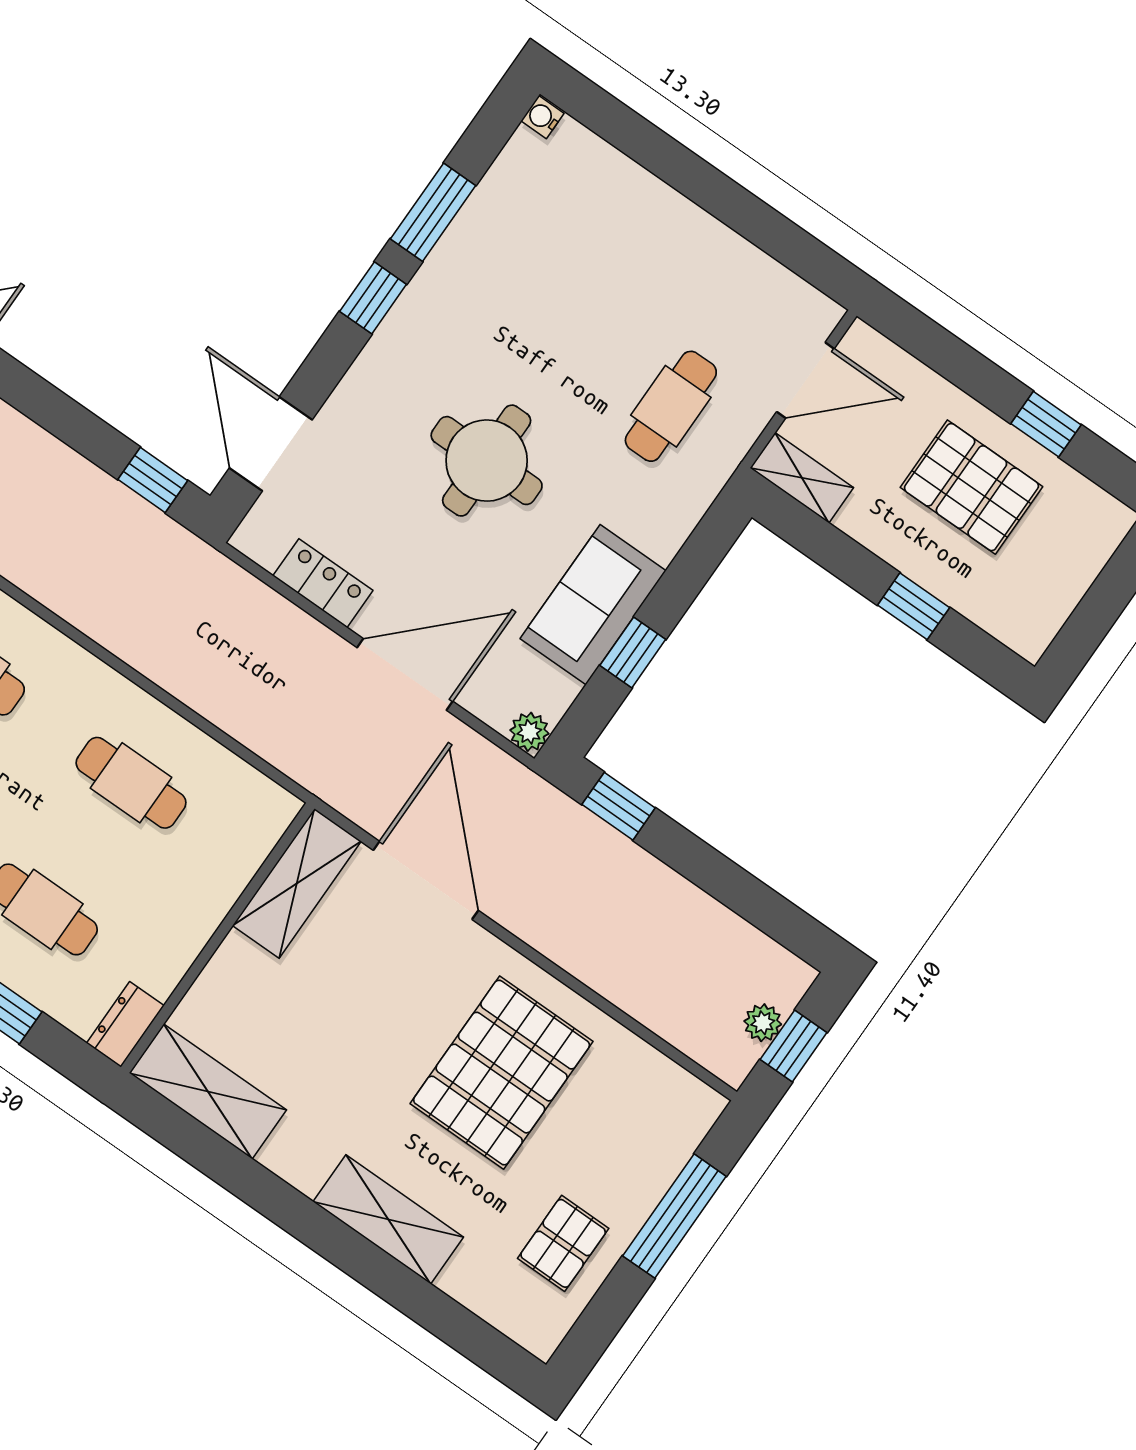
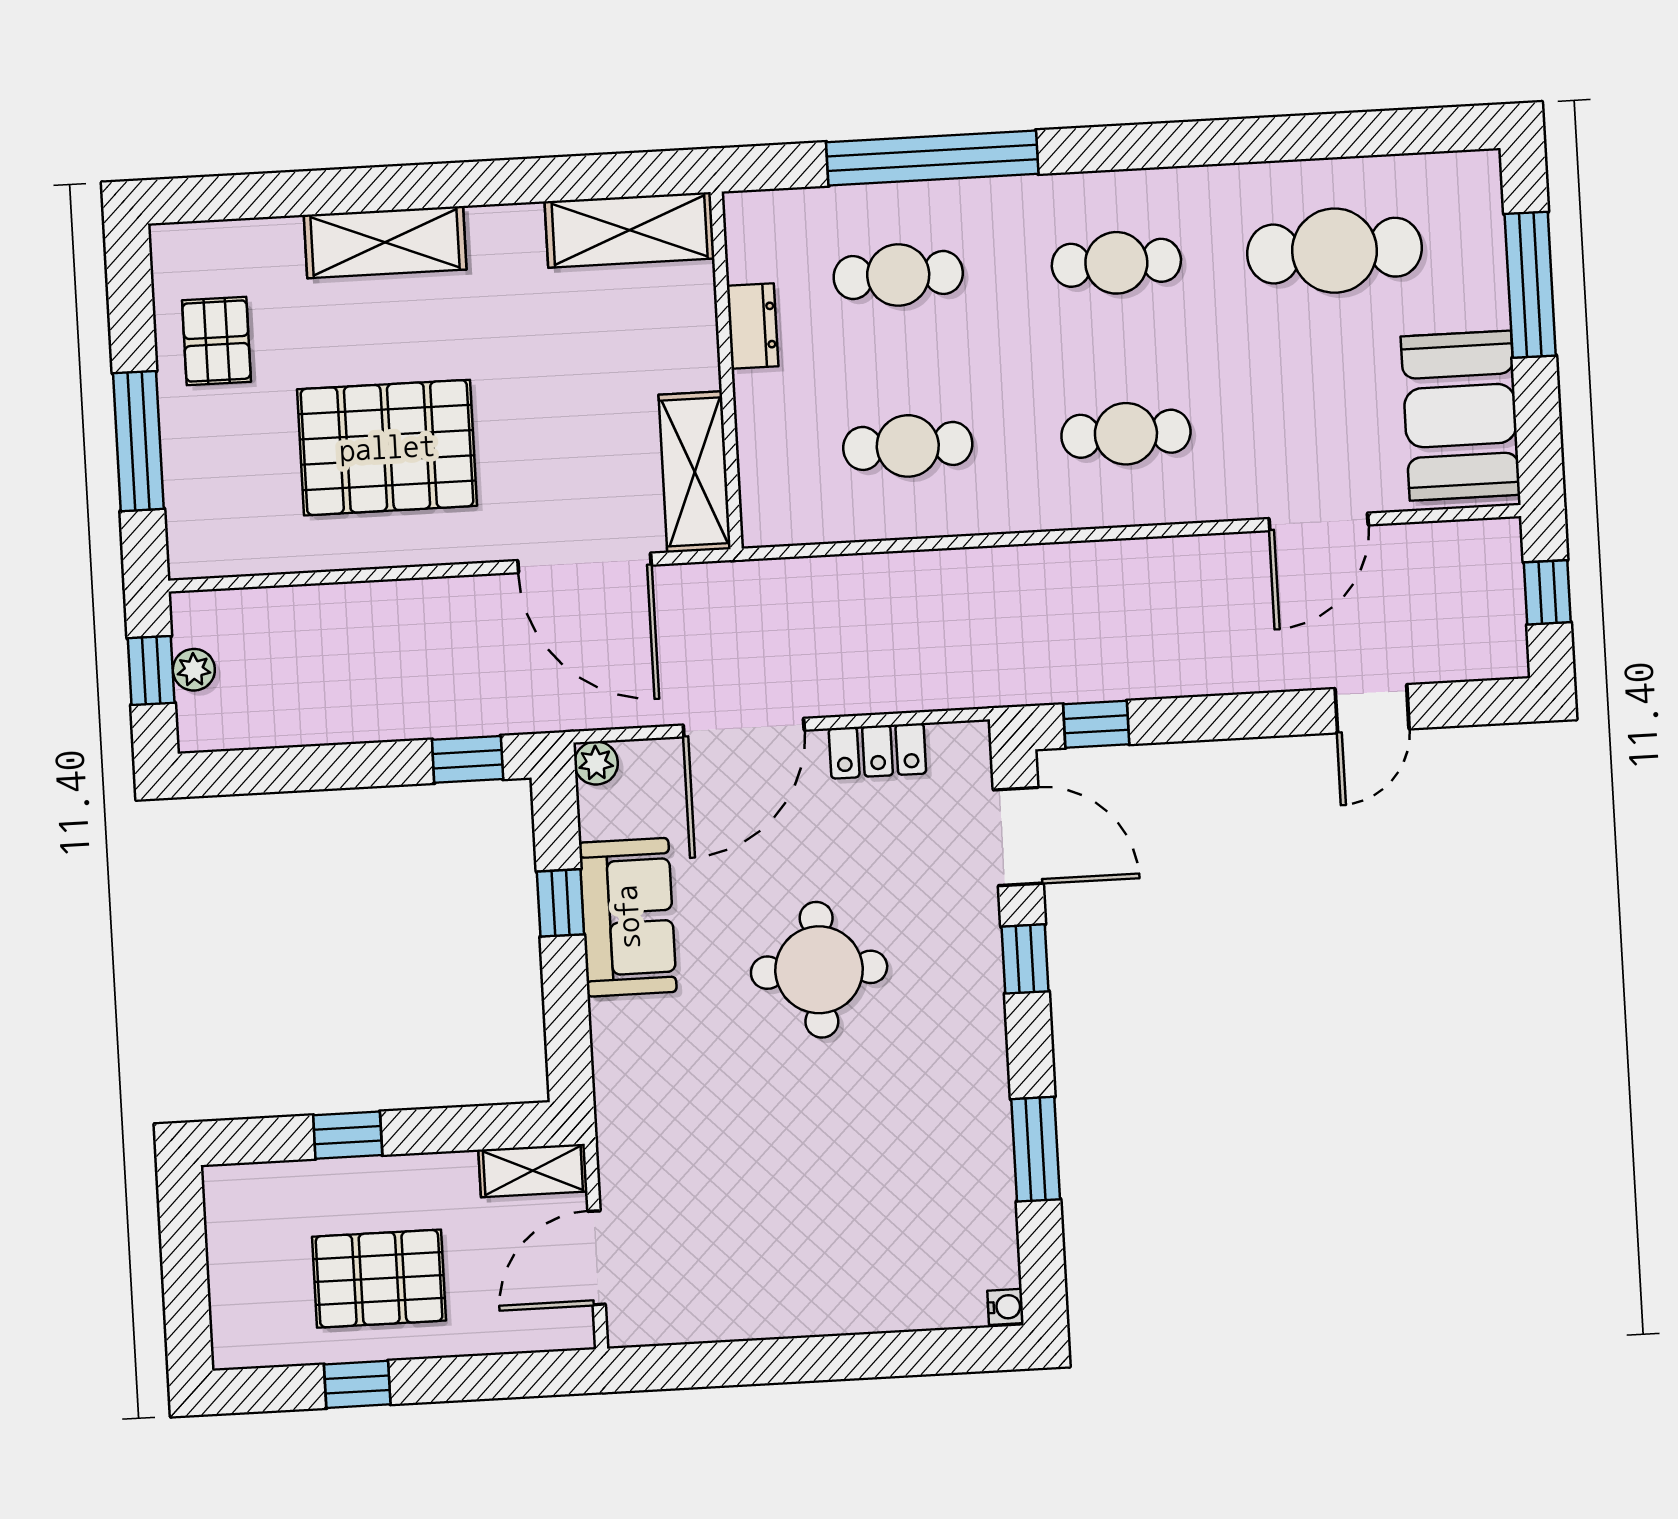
window: (373, 298) -> (1025, 959), moved
cafe table: (671, 406) -> (696, 1143), removed
dresser: (125, 1024) -> (753, 326), moved
pallet: (502, 1073) -> (387, 448), turned 90

